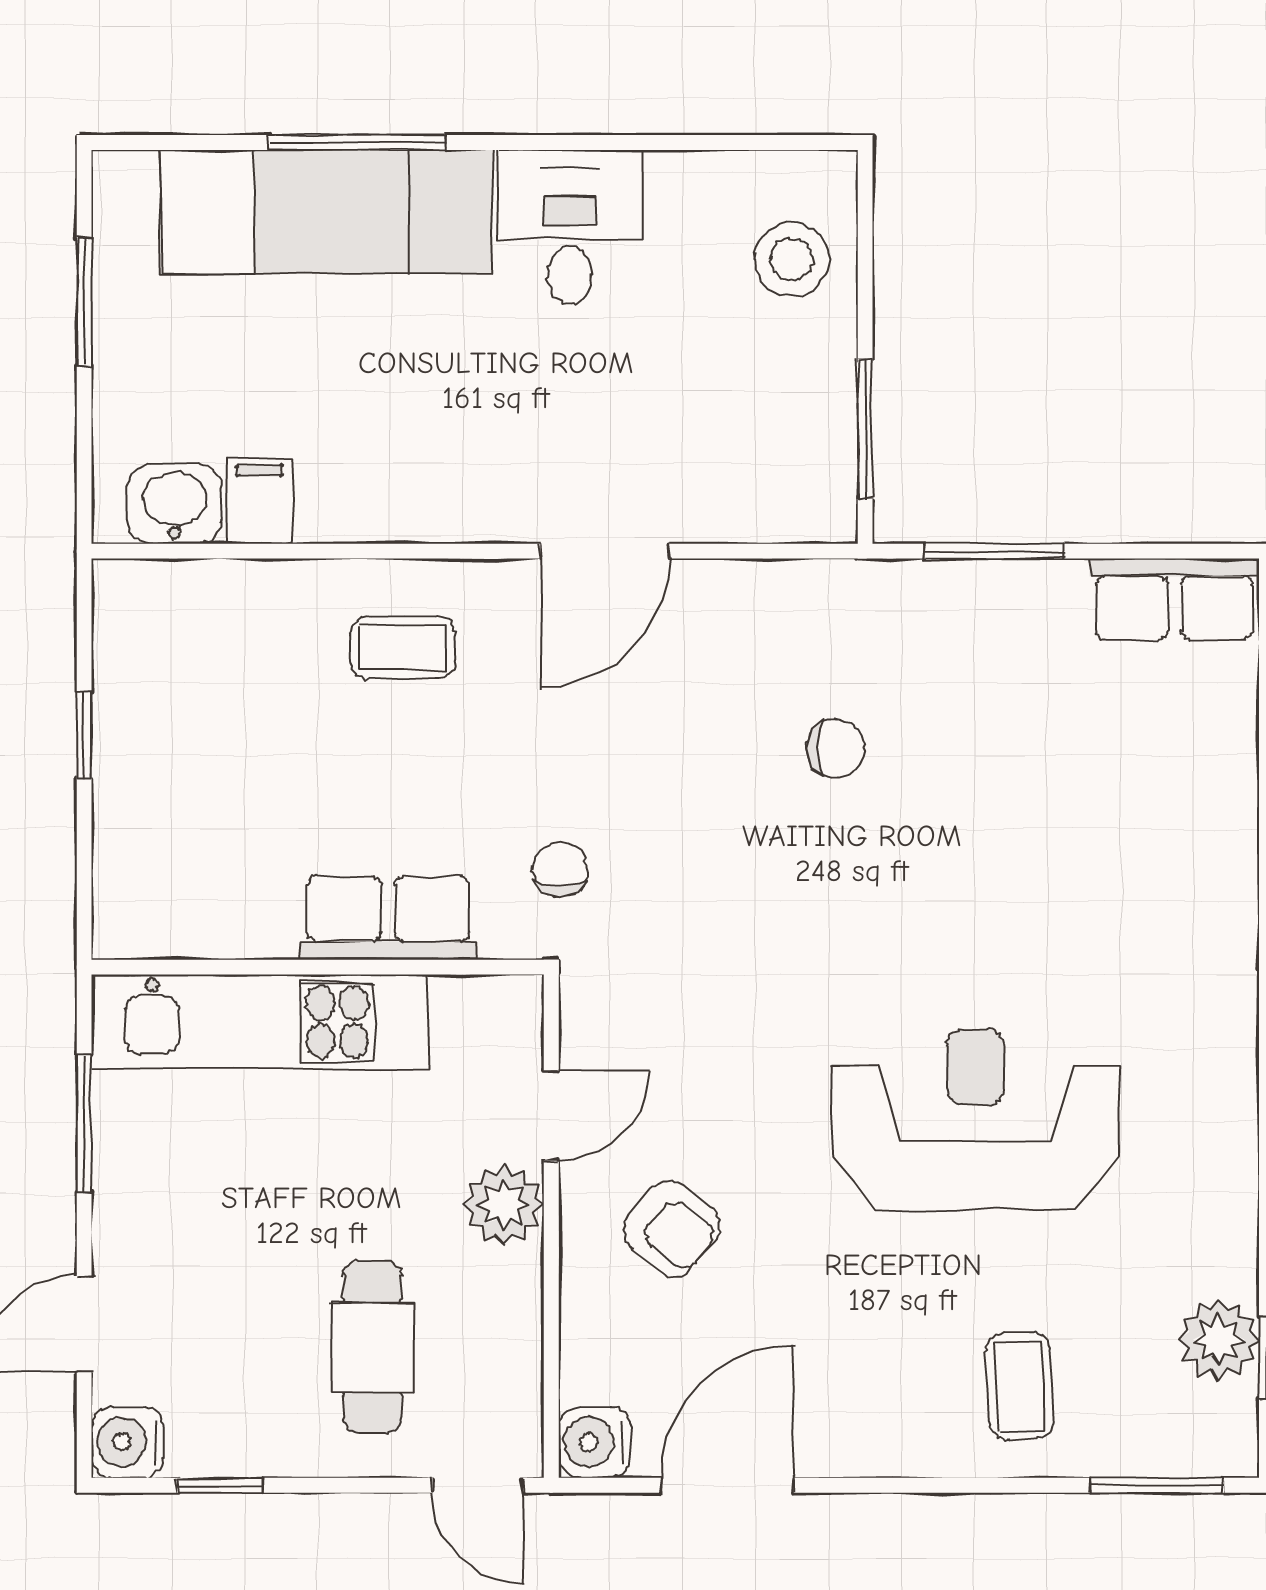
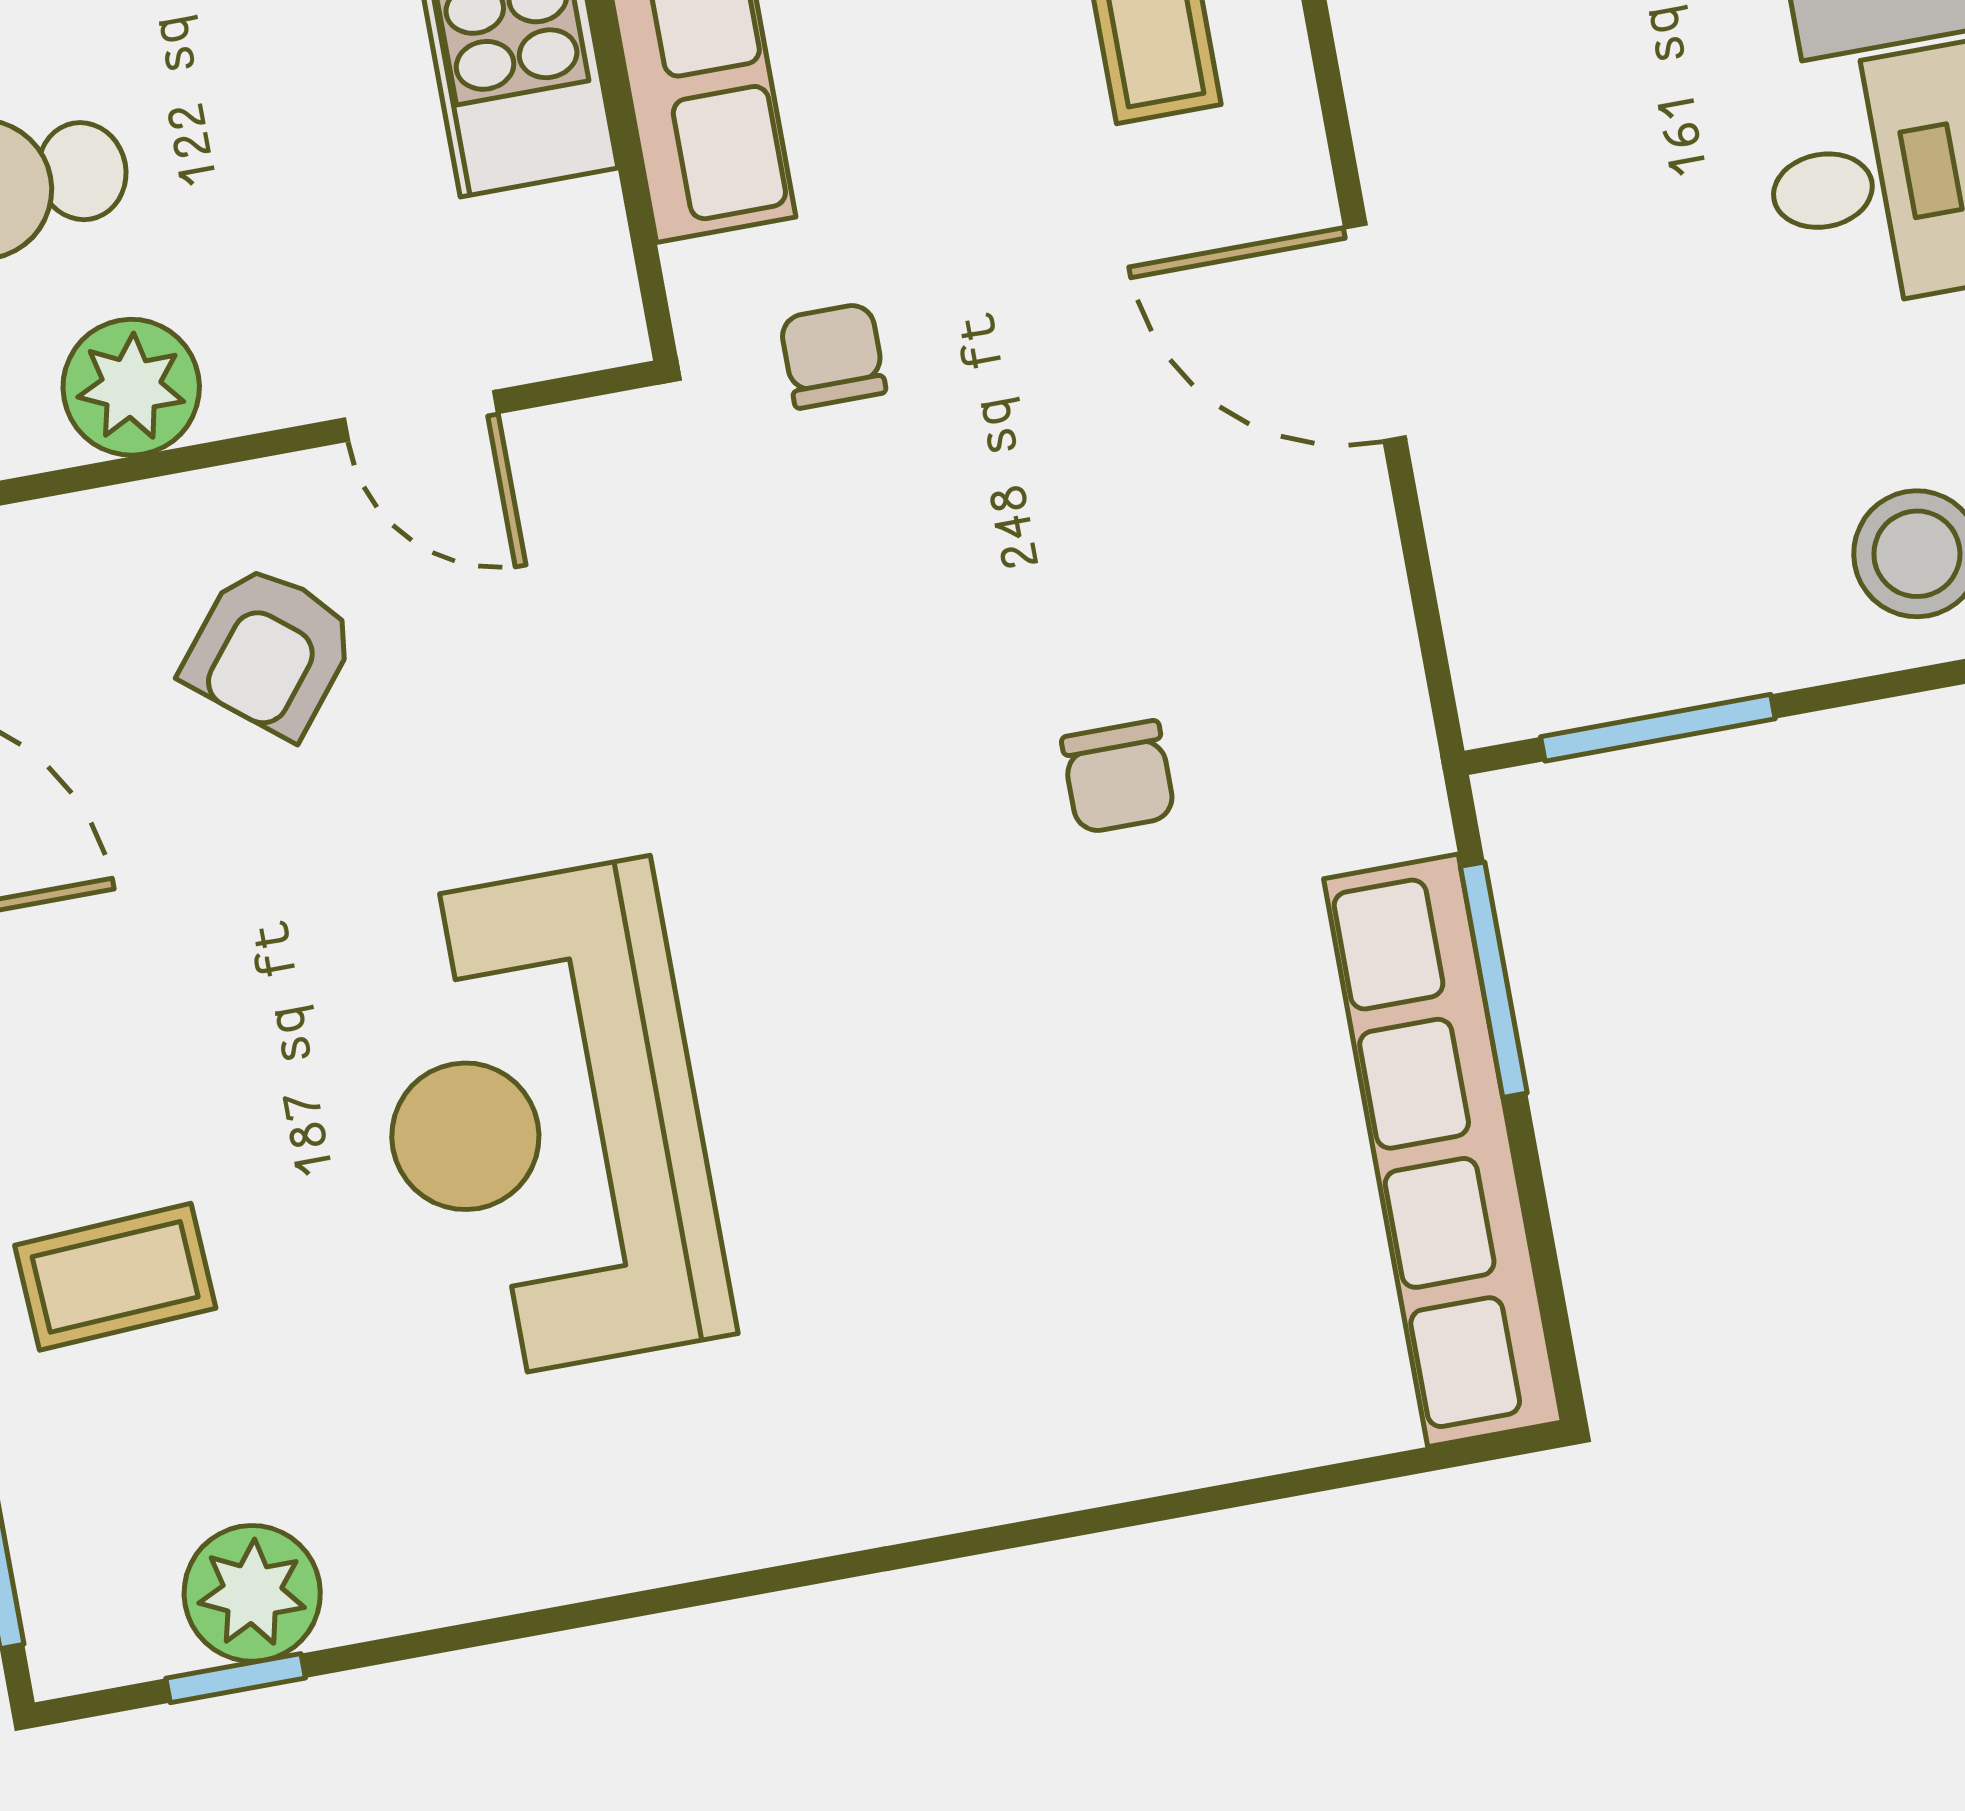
row of seats: (1174, 599) -> (1443, 1150), width x2.02
chair: (560, 869) -> (833, 356), turned -90
reception desk: (975, 1120) -> (544, 1122), turned 180
plant: (504, 1205) -> (131, 387), moved

